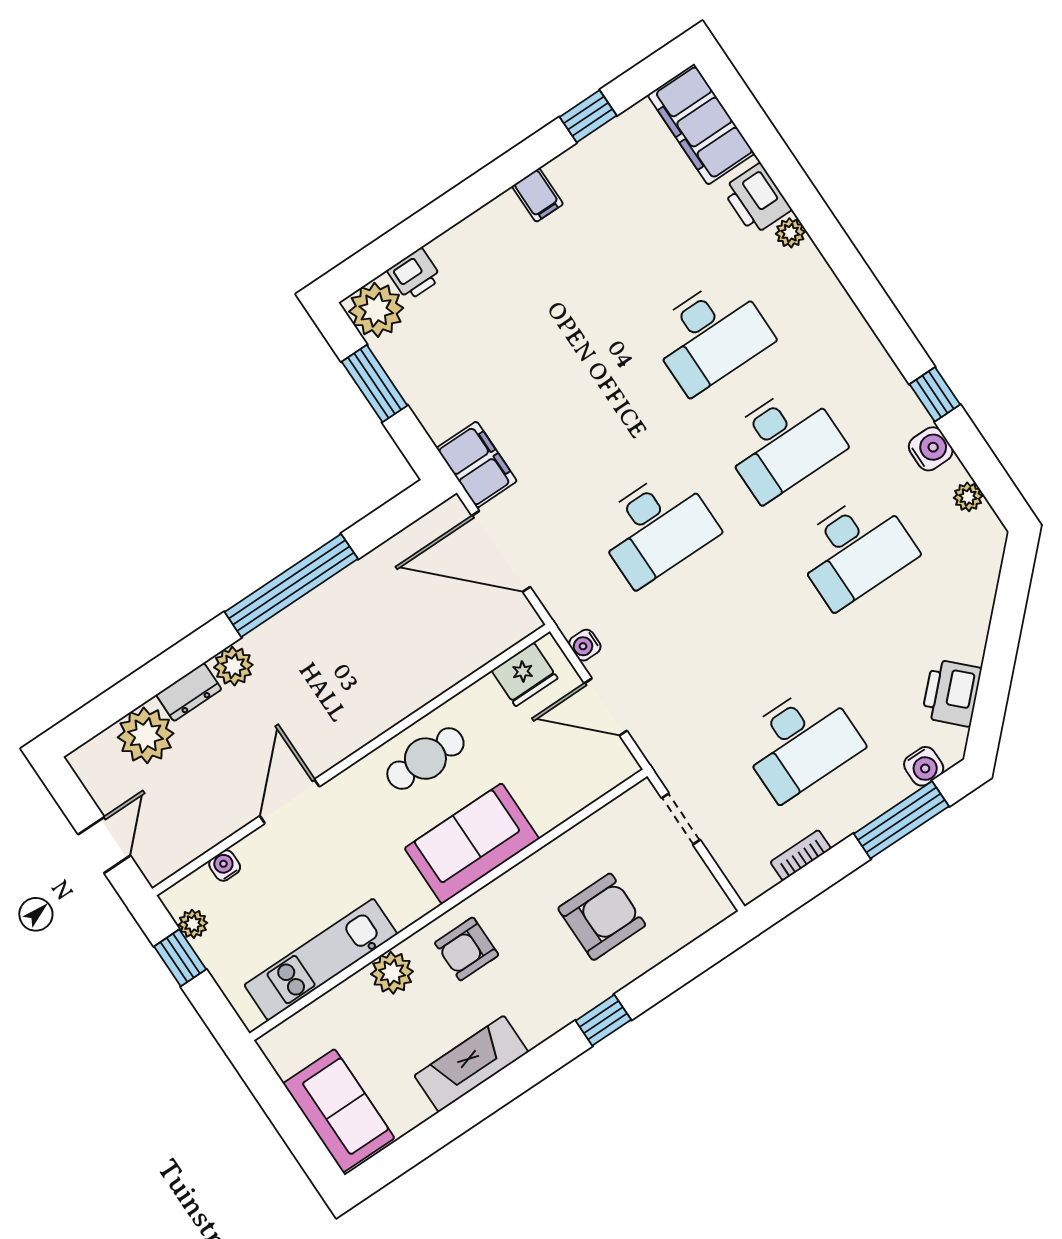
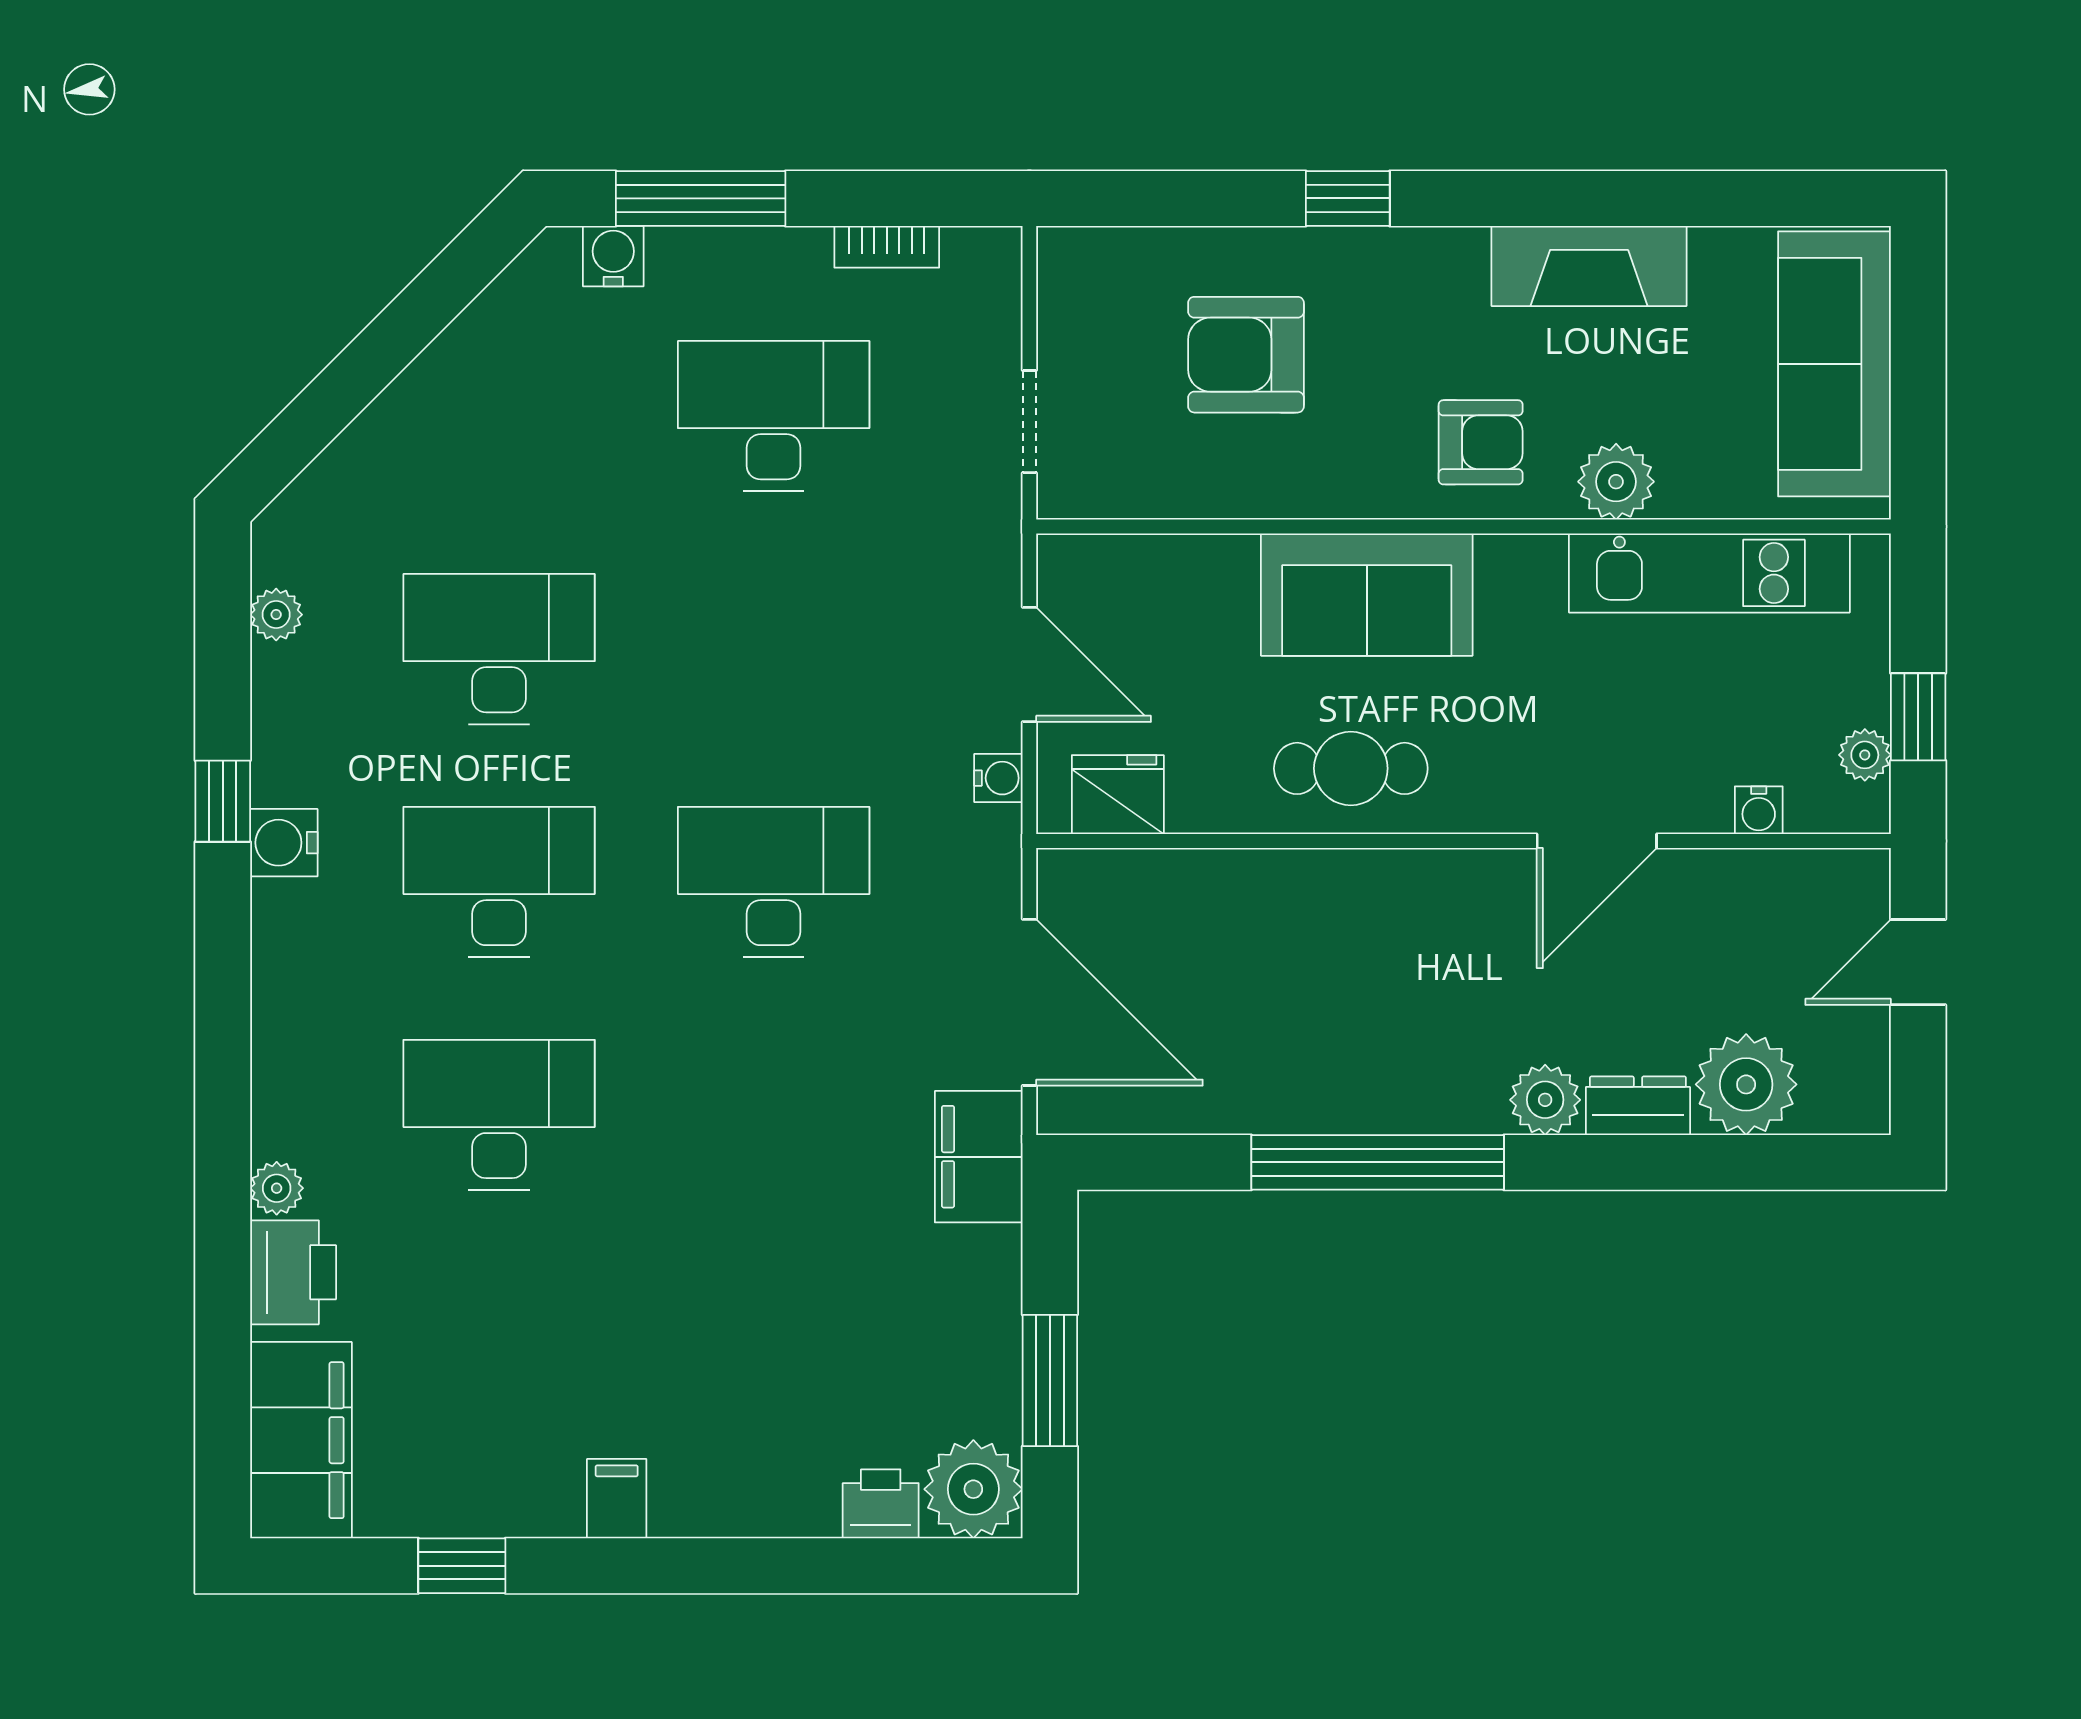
water cooler: (931, 449) -> (284, 843), moved
printer: (952, 693) -> (498, 338), removed
sofa: (339, 1111) -> (1834, 364), width x1.36

